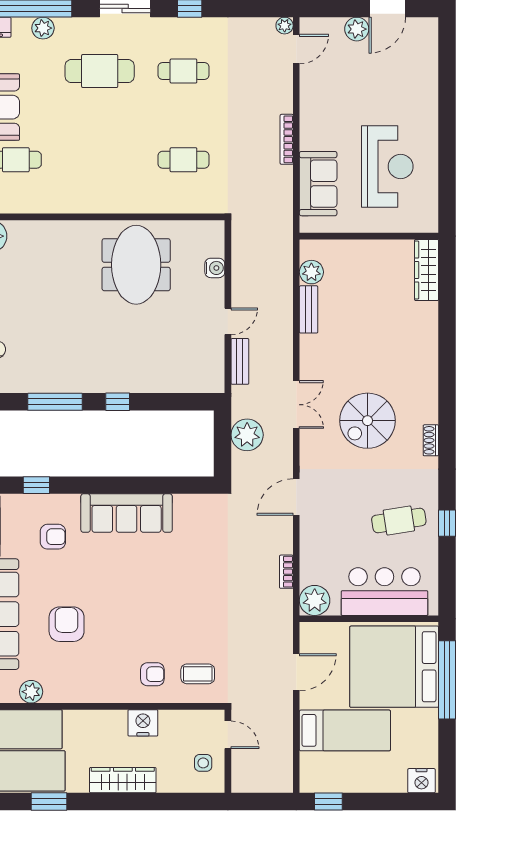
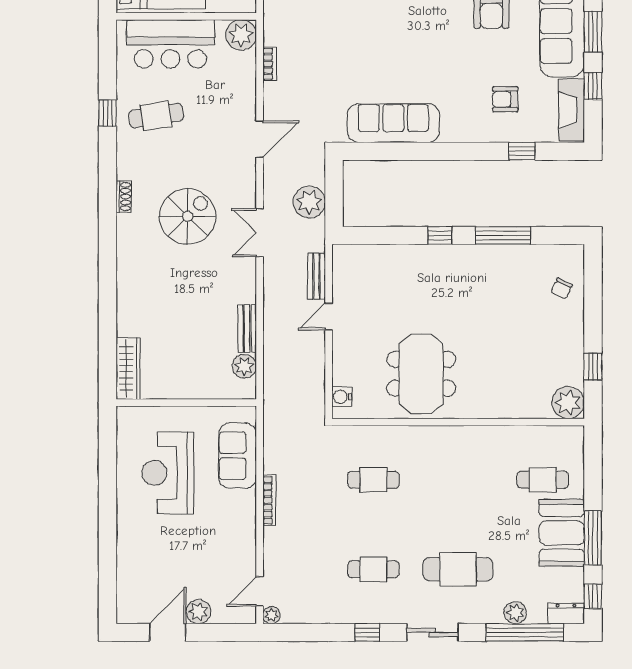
water cooler: (215, 268) -> (342, 397), moved
sofa: (127, 513) -> (393, 123), moved

